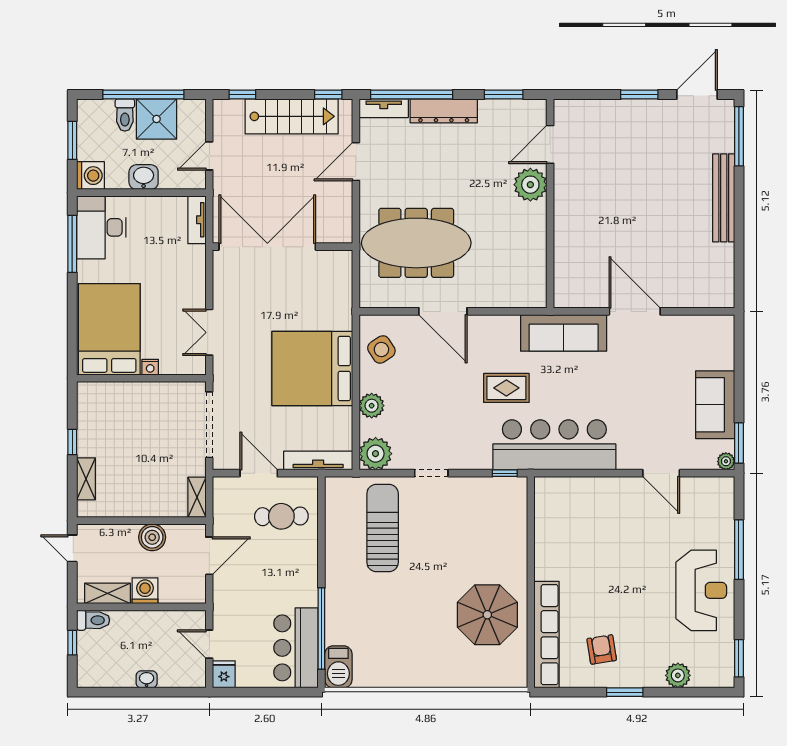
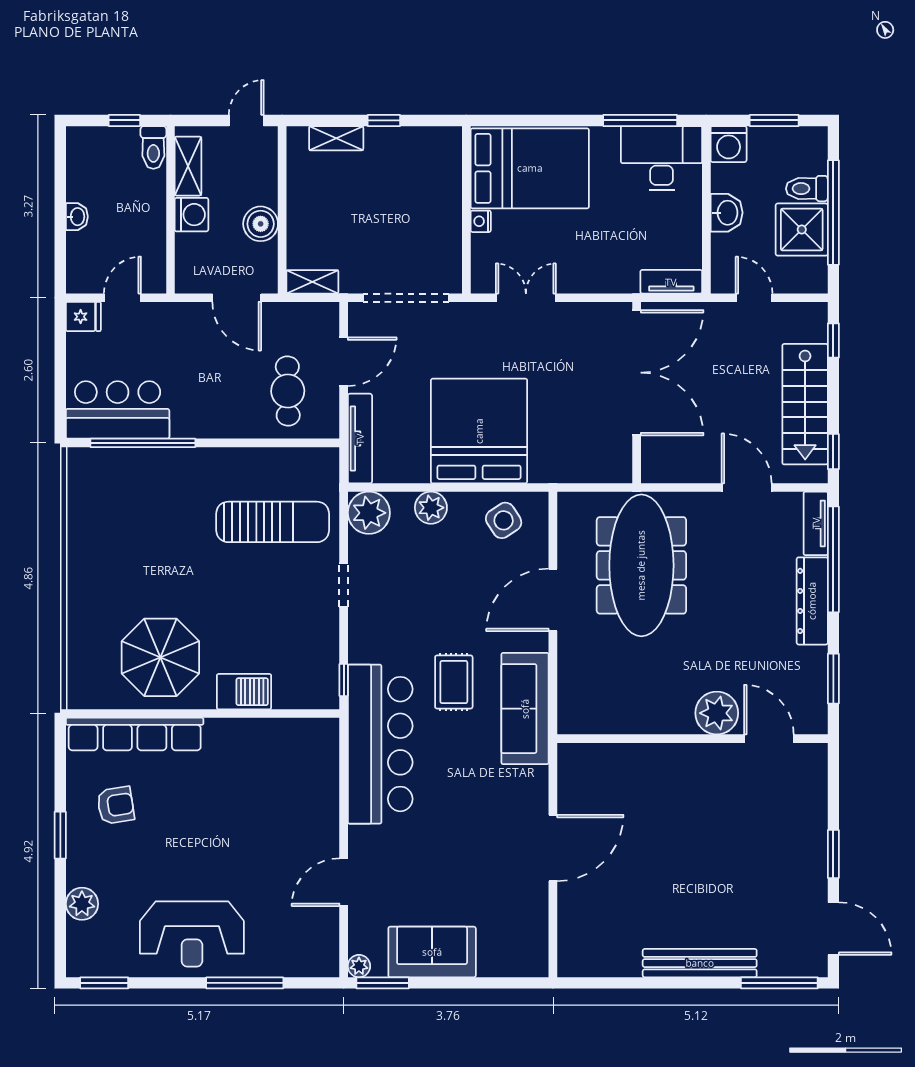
sofa: (564, 333) -> (525, 709), moved
barbecue: (338, 667) -> (244, 692), moved, turned 180

